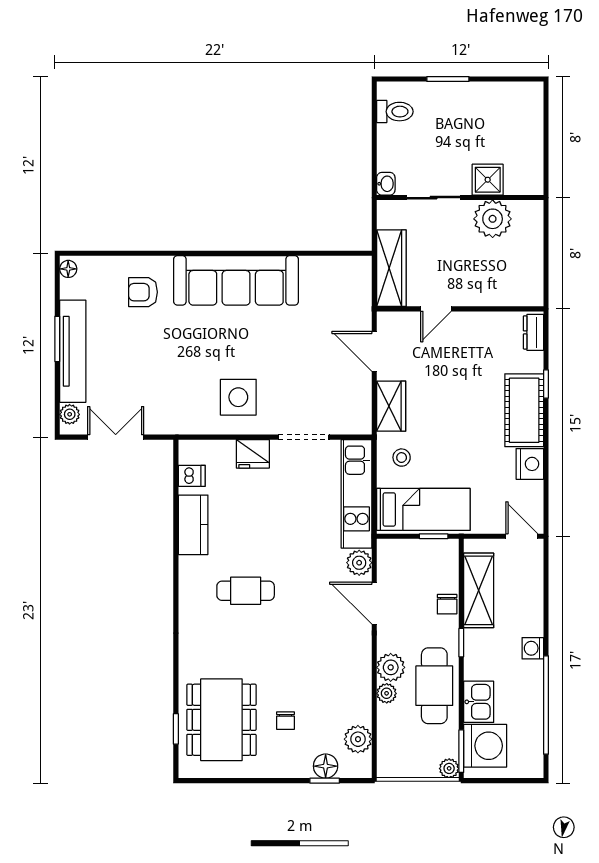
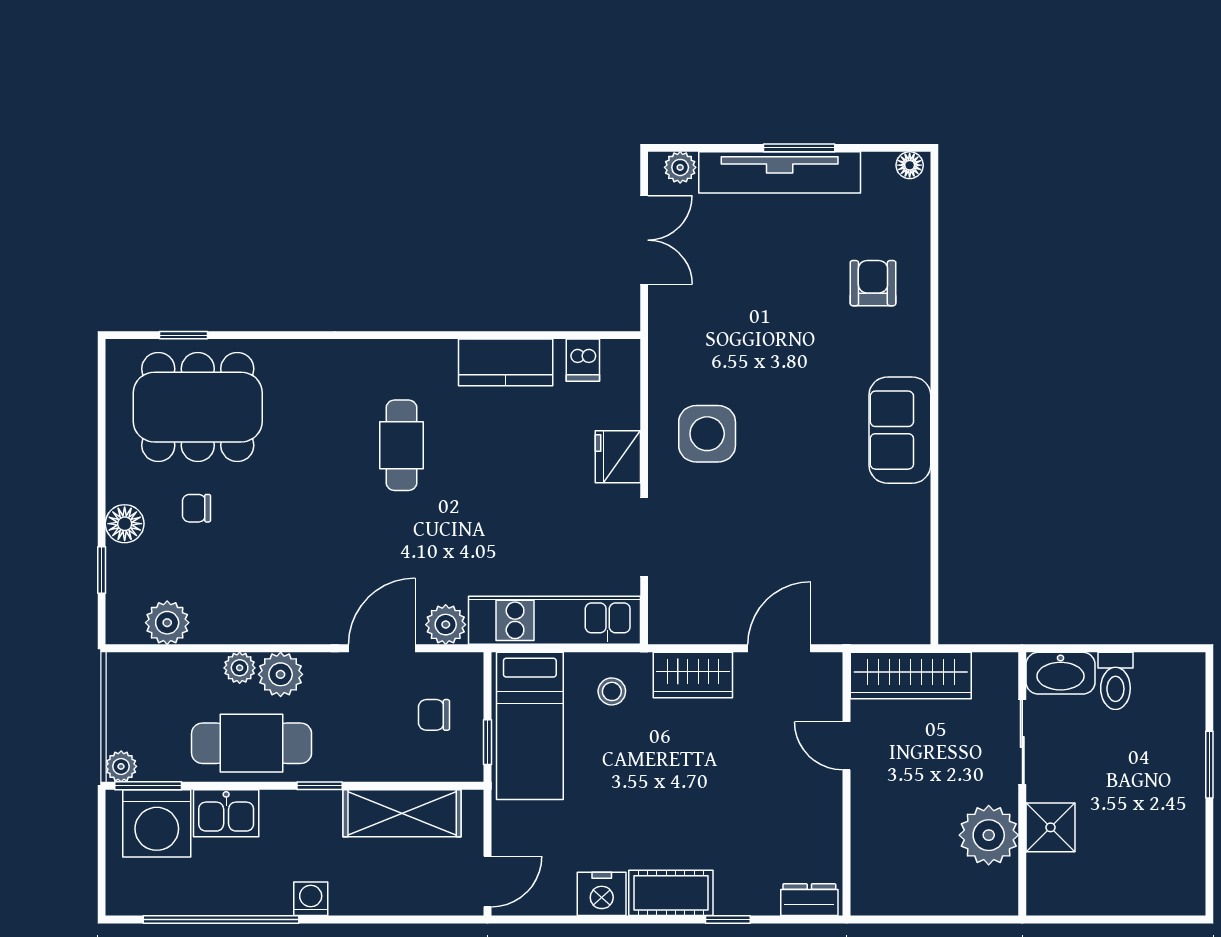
toilet: (395, 112) -> (1115, 681), moved
washbasin: (386, 184) -> (1061, 673), width x1.91, depth x1.45
sofa: (236, 280) -> (900, 430), width x0.54, depth x0.79
cot: (524, 410) -> (671, 893), width x0.73, depth x0.75
chair: (447, 604) -> (434, 715), moved
floor lamp: (326, 766) -> (125, 524), moved

